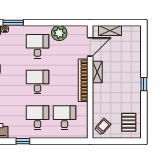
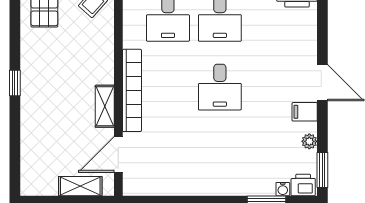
plant: (59, 33) -> (178, 181), removed
desk: (37, 46) -> (220, 156), removed

